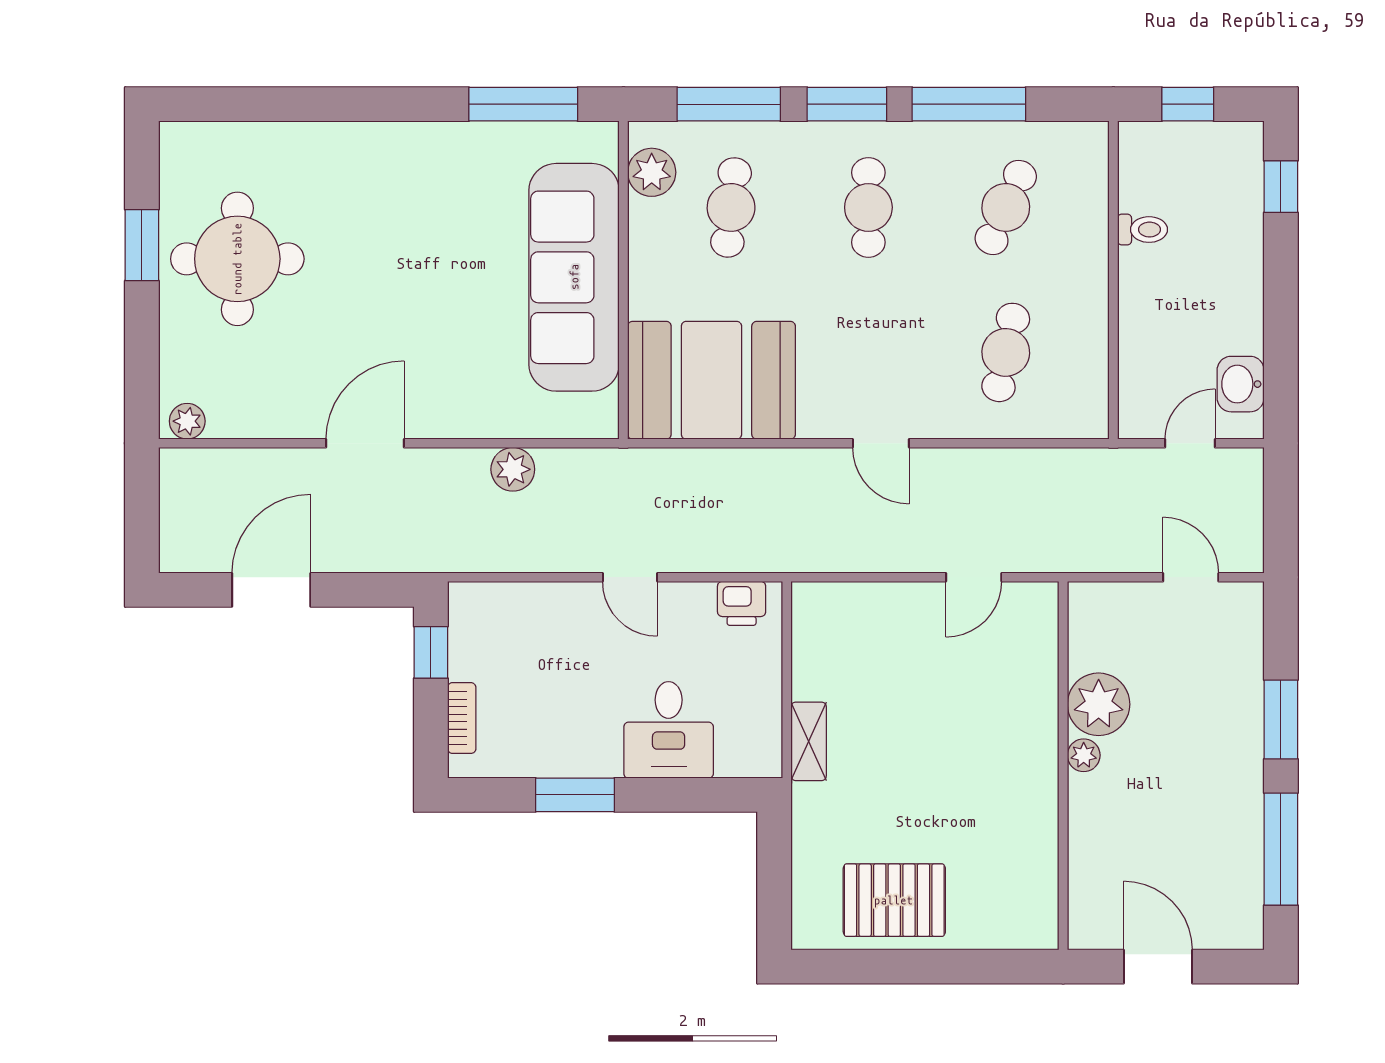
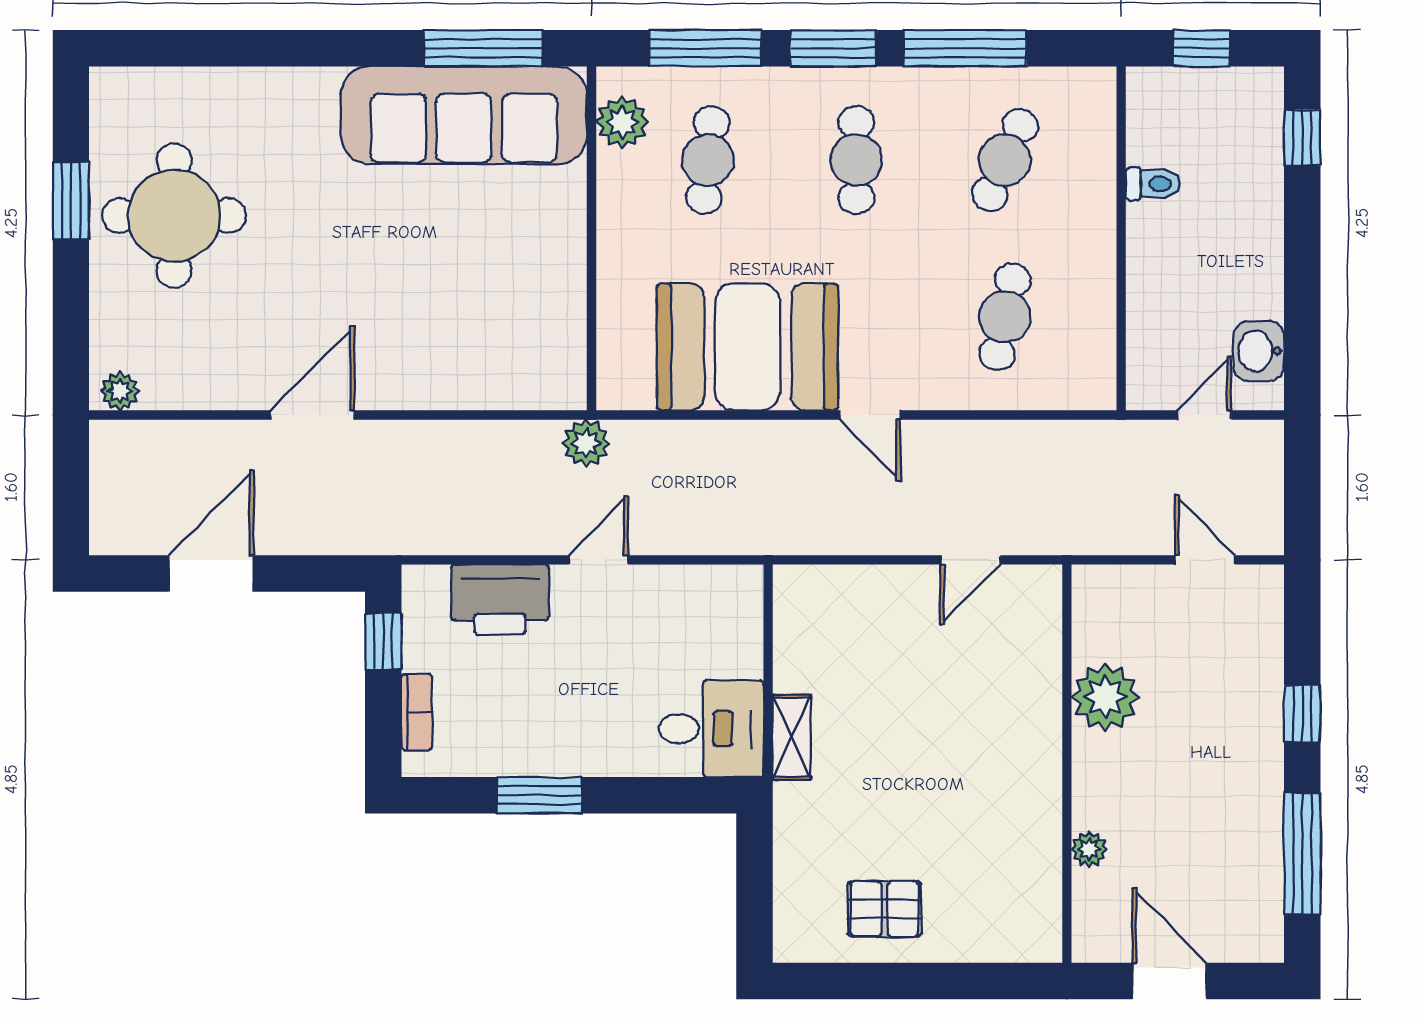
sofa: (574, 277) -> (464, 115), moved, turned -90
booth: (711, 380) -> (748, 347), moved
plant: (513, 469) -> (586, 443), moved
door: (630, 577) -> (599, 560), swing flipped
printer: (742, 603) -> (500, 599), moved, width x1.87, depth x1.48
window: (1281, 719) -> (1302, 714), width x0.67
desk: (669, 730) -> (711, 729), moved, turned -90
plant: (1084, 755) -> (1089, 849), moved
pallet: (894, 900) -> (884, 909), width x0.67, depth x0.71

